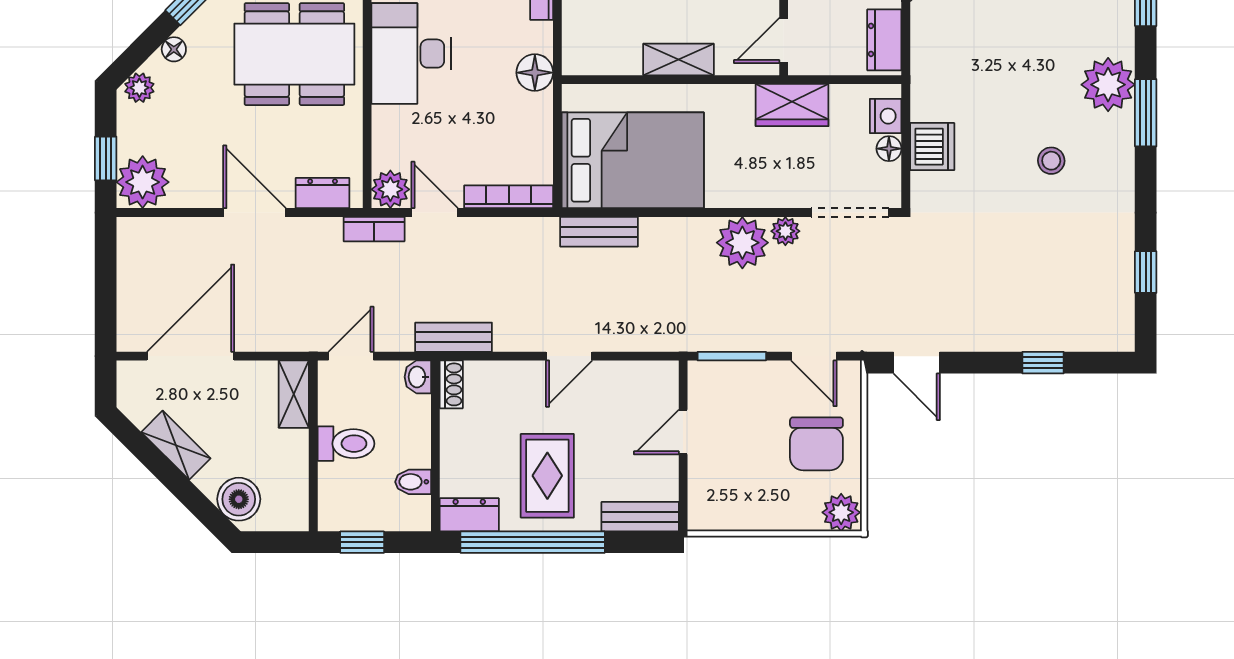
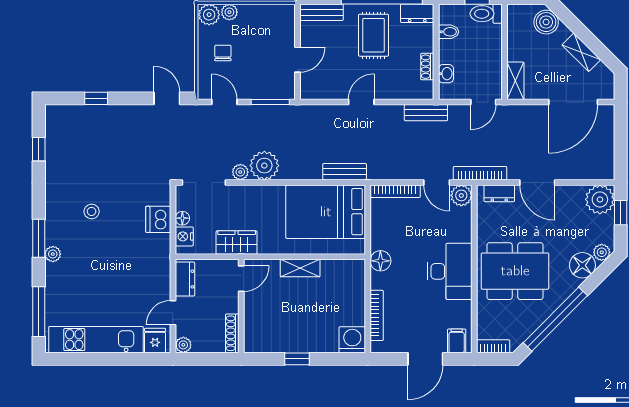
floor lamp: (174, 49) -> (582, 265), width x1.89, depth x1.89
plant: (1108, 85) -> (53, 254), width x0.53, depth x0.53
bookcase: (374, 229) -> (480, 173), width x1.56
washbasin: (418, 377) -> (446, 74), moved
shoe rack: (451, 384) -> (427, 67), moved
toilet: (346, 444) -> (486, 14), moved
chair: (816, 444) -> (223, 53), width x0.54, depth x0.54
plant: (805, 517) -> (229, 12), added

